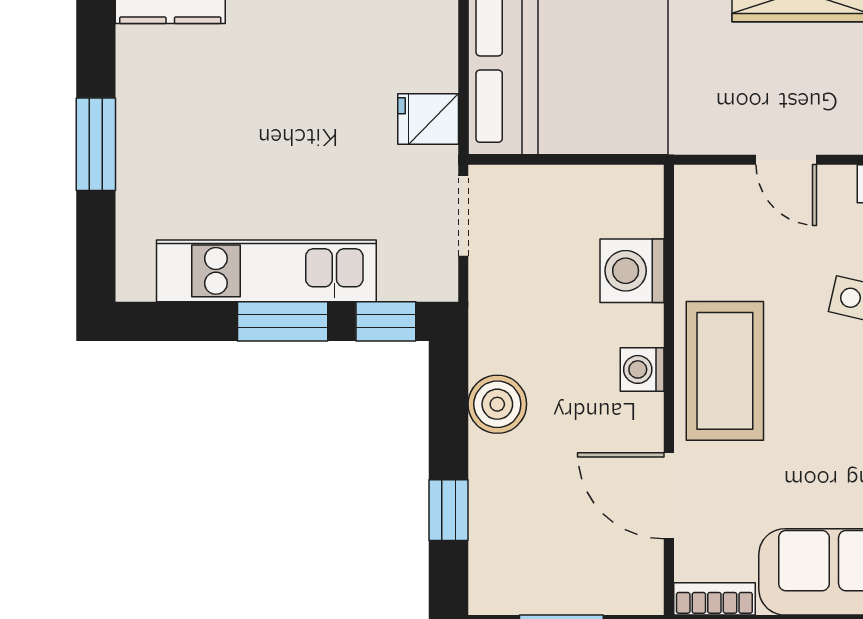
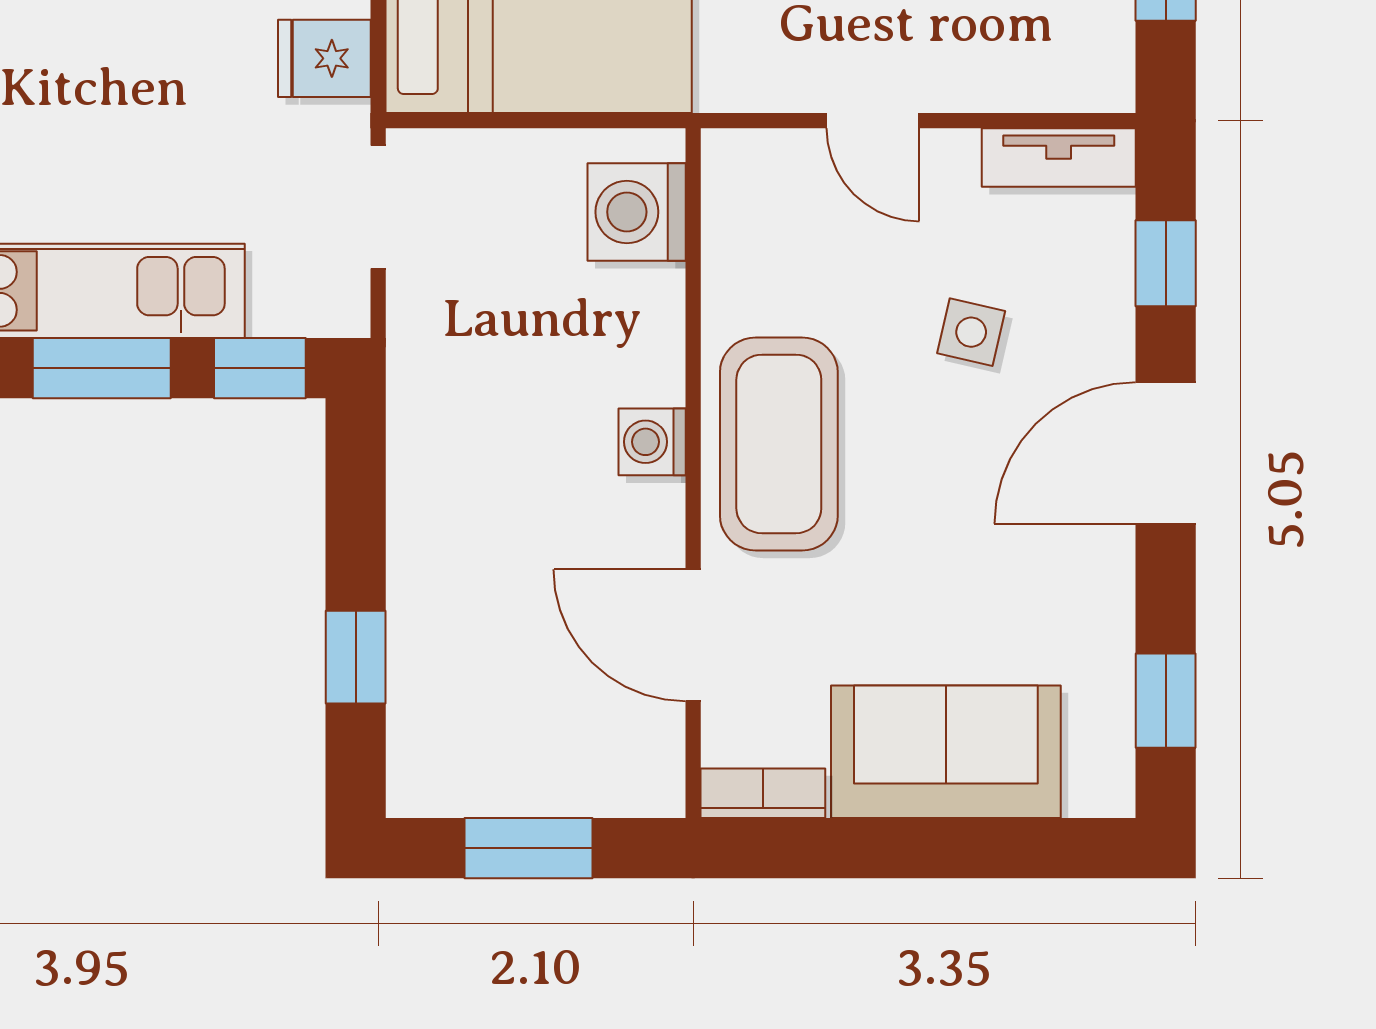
washing machine: (632, 271) -> (637, 212), moved
boiler: (497, 404) -> (430, 495), removed

